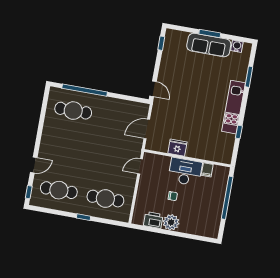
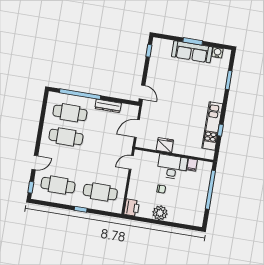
dresser: (115, 103) -> (108, 106), added
kitchen unit: (234, 107) -> (212, 126), moved
cafe table: (68, 137) -> (66, 137), added
printer: (153, 220) -> (132, 208), moved, turned 90

